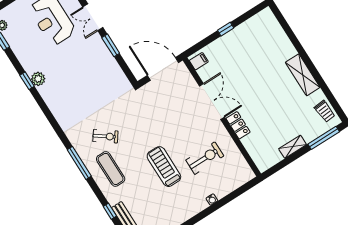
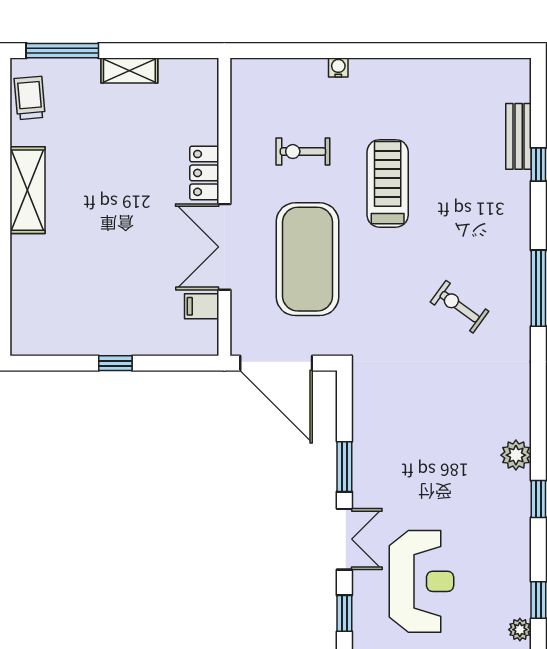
filing cabinet: (199, 61) -> (202, 306), moved
plant: (38, 79) -> (516, 455), moved
exercise bike: (205, 158) -> (303, 152), width x0.73, depth x0.72
treadmill: (164, 167) -> (388, 183), turned 180
exercise mat: (111, 169) -> (307, 259), moved, width x2.00, depth x1.45

